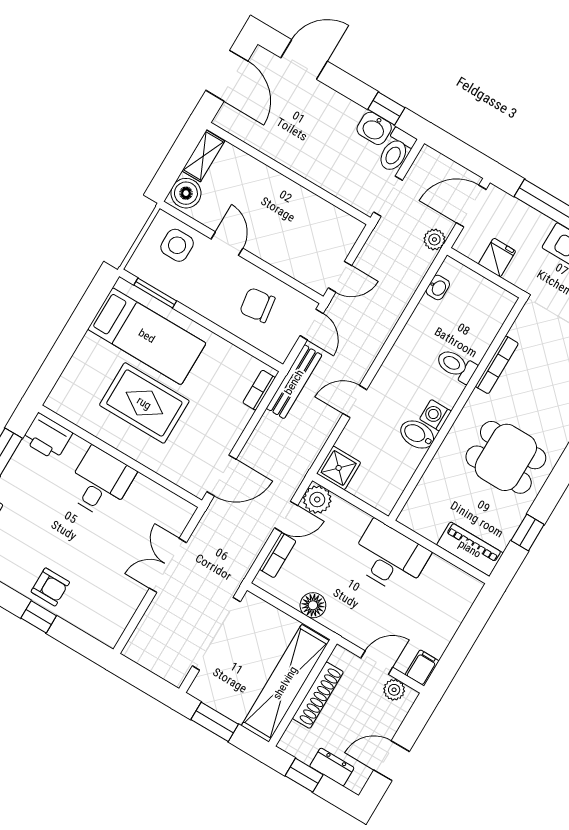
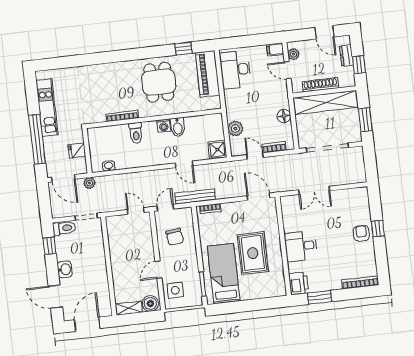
washbasin: (374, 128) -> (65, 269), moved
plant: (317, 500) -> (235, 129), moved
piano: (470, 549) -> (208, 74), width x1.37, depth x1.33
desk: (390, 557) -> (235, 70), moved

